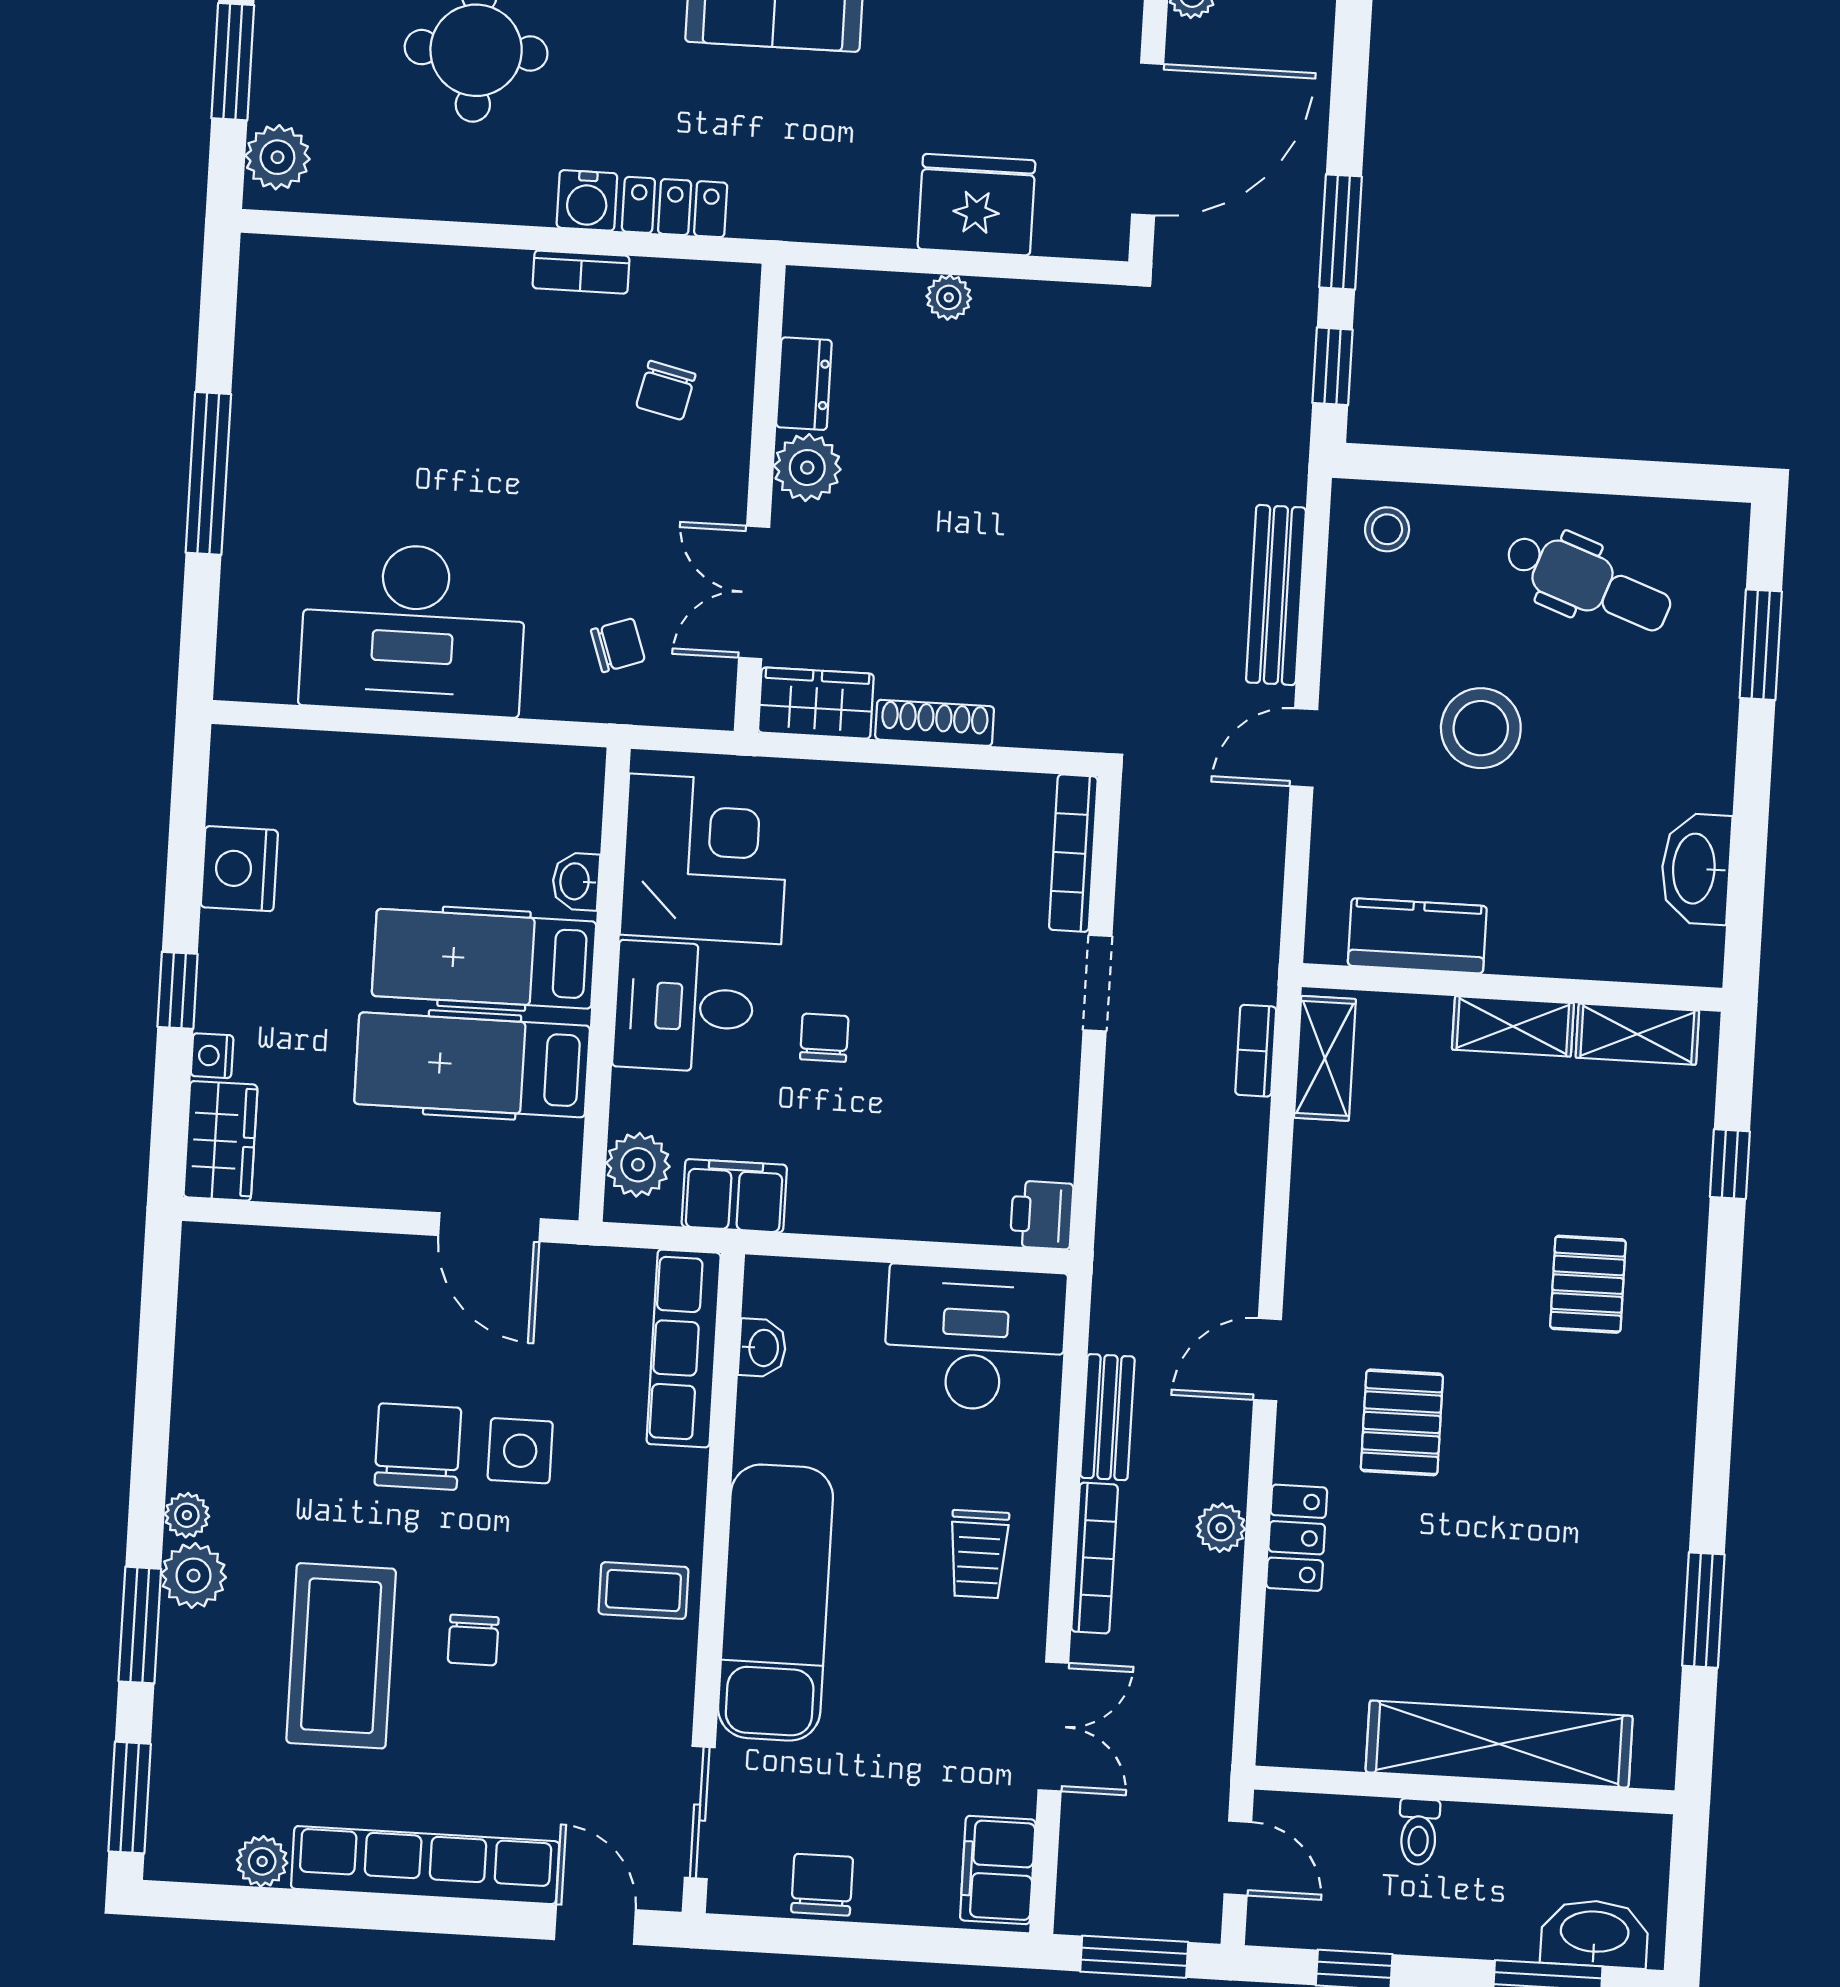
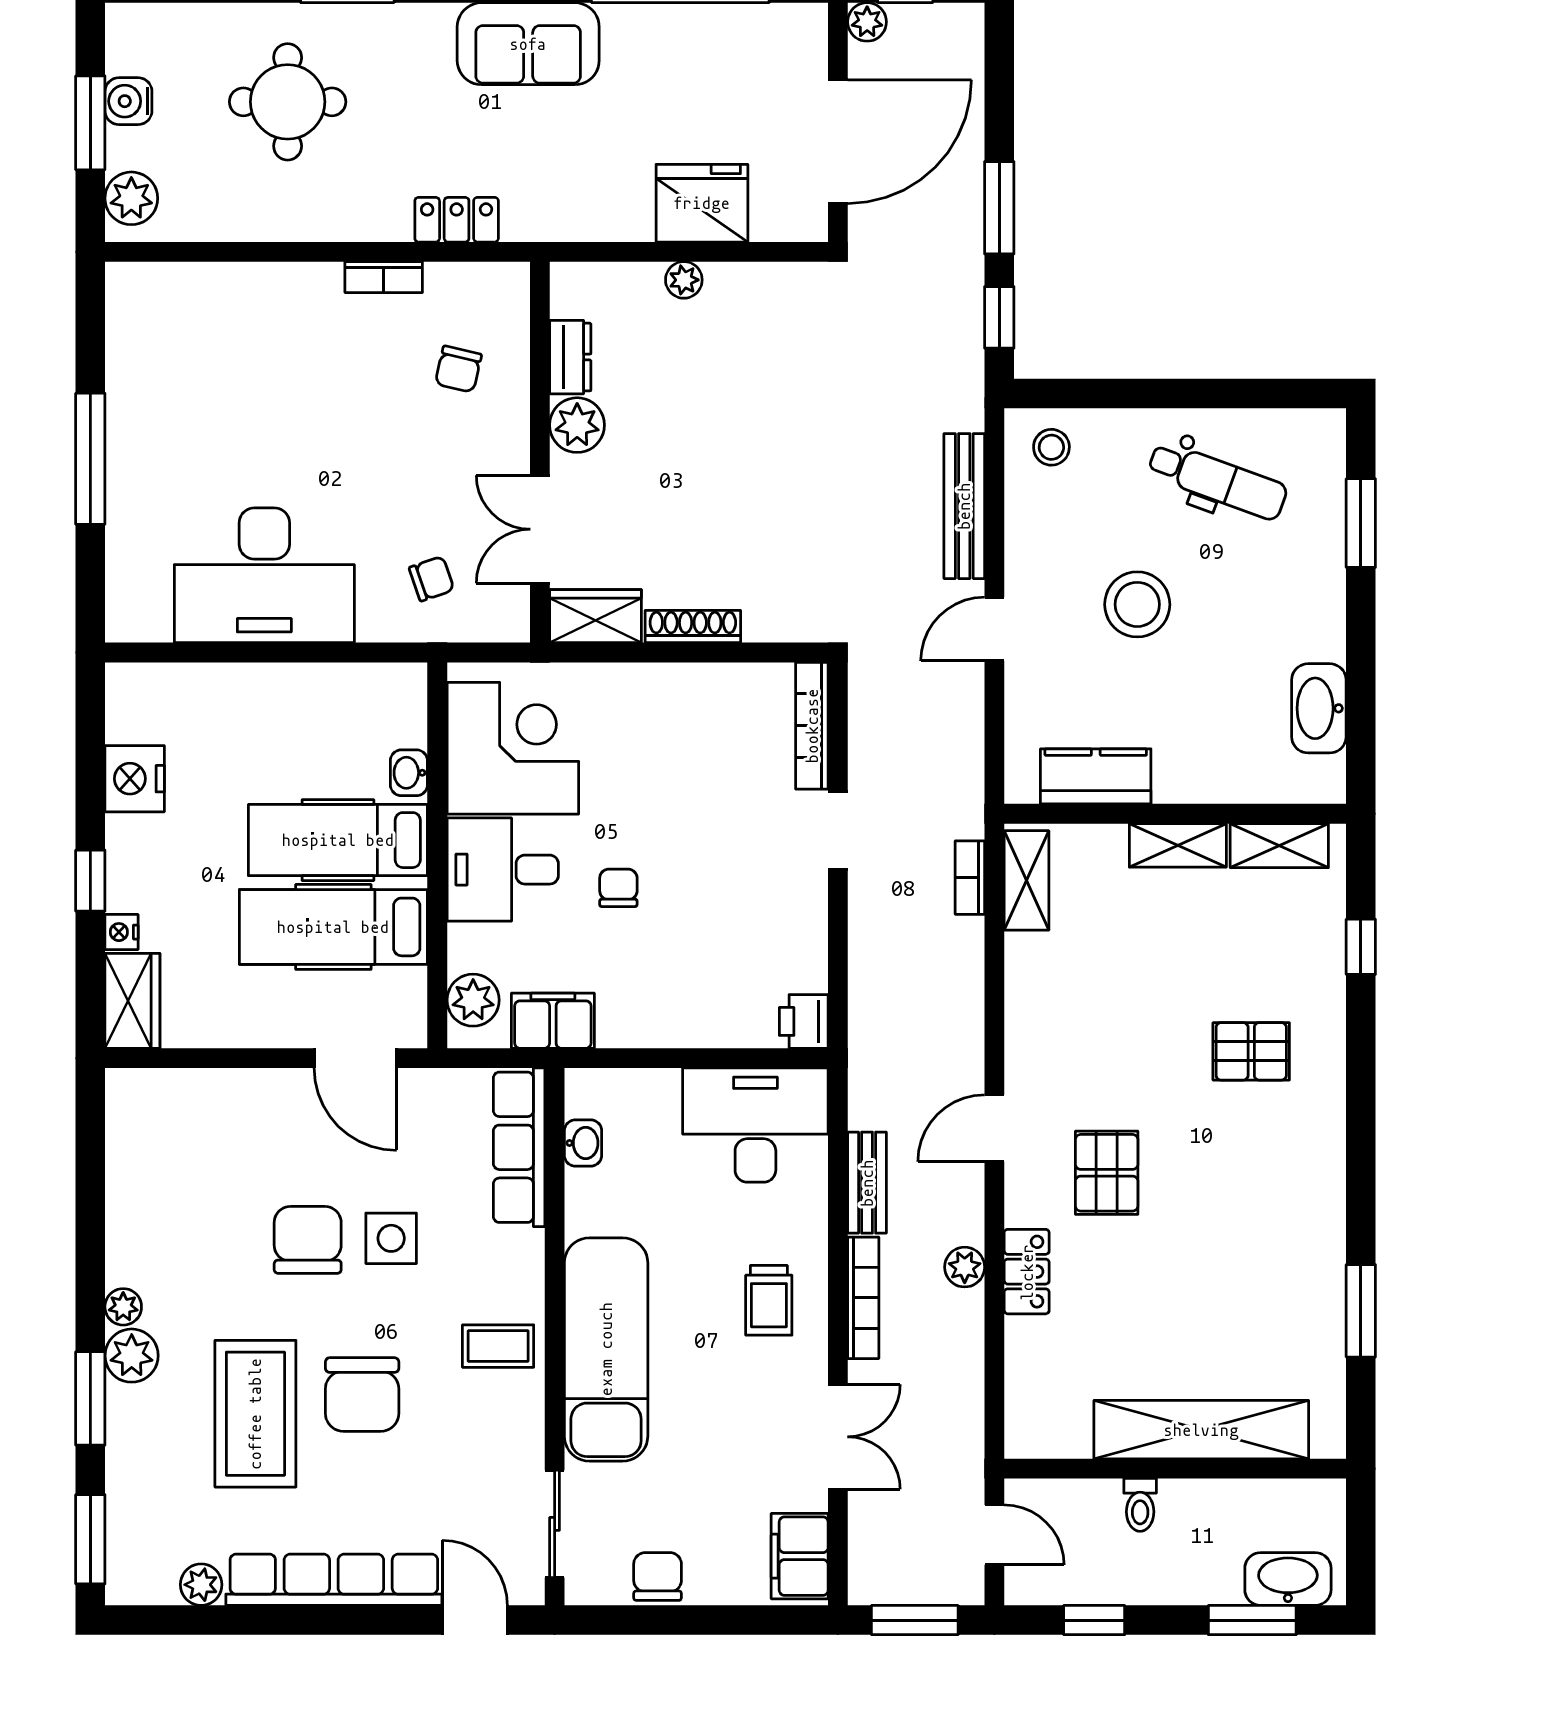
water cooler: (587, 200) -> (128, 101), moved, turned 90
pallet: (1588, 1284) -> (1251, 1051), turned 90
chair: (473, 1640) -> (362, 1394), width x1.87, depth x1.87

